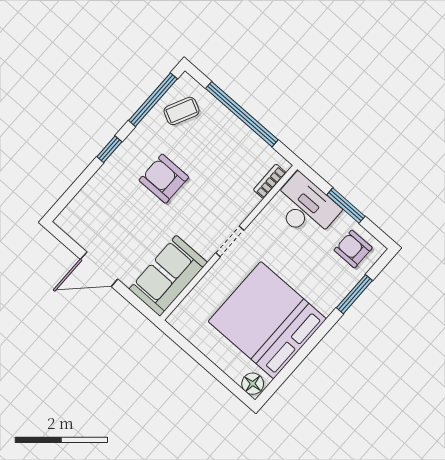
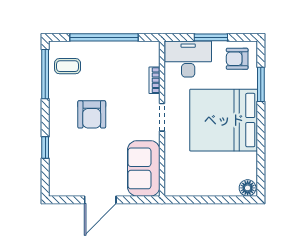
coffee table: (182, 111) -> (68, 66), turned 64
window: (109, 149) -> (45, 147), moved
armchair: (164, 179) -> (92, 114), turned -90
bookcase: (270, 181) -> (154, 80), moved
bed: (267, 320) -> (224, 120), moved

